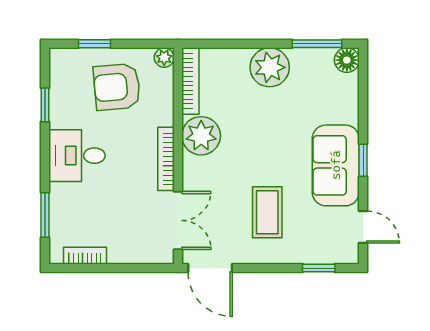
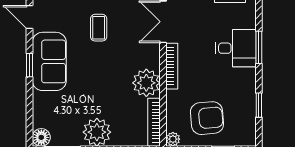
desk: (77, 156) -> (236, 48), moved
coffee table: (267, 212) -> (99, 28), width x0.73, depth x0.77
window: (45, 215) -> (259, 47), moved

